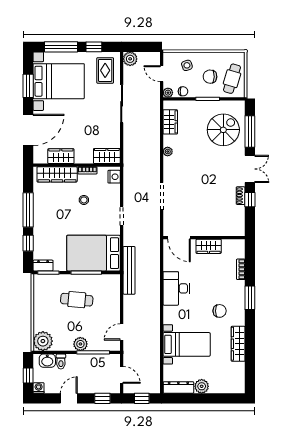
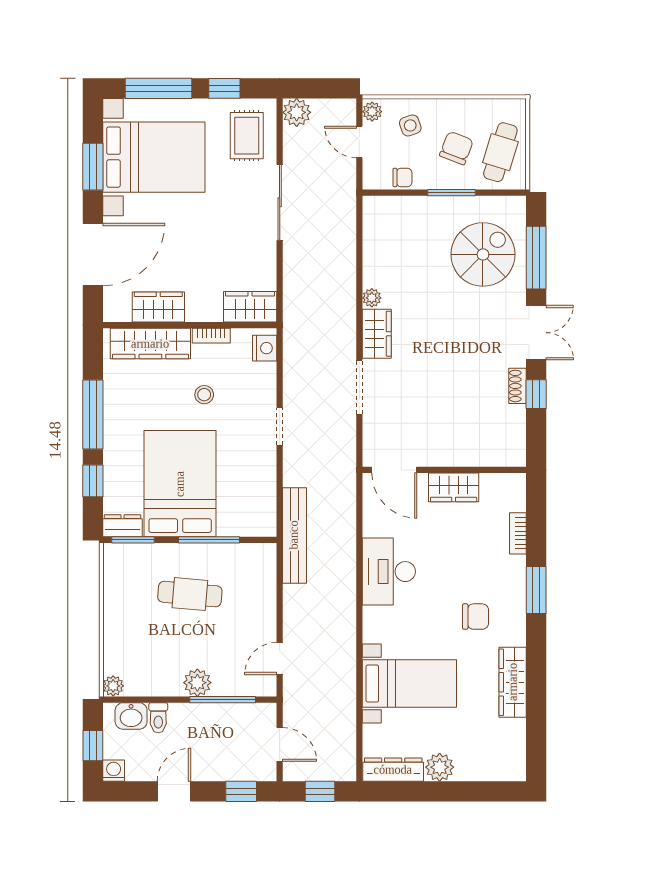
chair: (210, 77) -> (456, 148), turned 109
plant: (168, 93) -> (372, 112), moved
wardrobe: (170, 122) -> (377, 334), moved
bed: (94, 253) -> (180, 484), moved, turned 90
plant: (43, 341) -> (113, 686), width x0.53, depth x0.53

